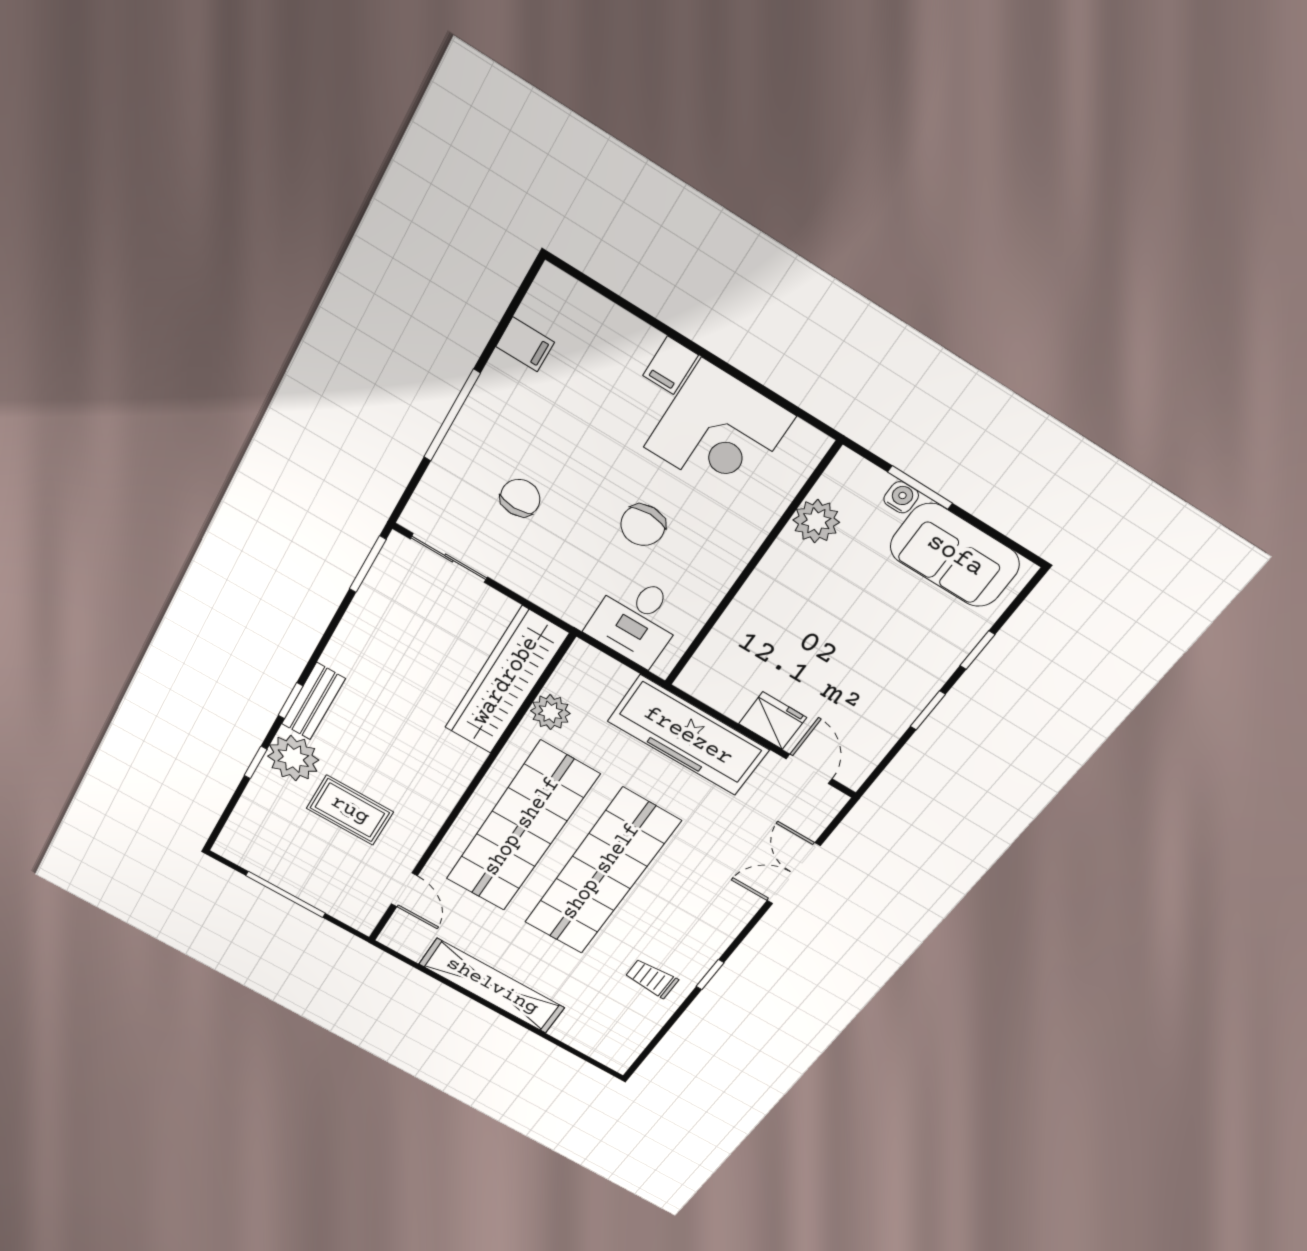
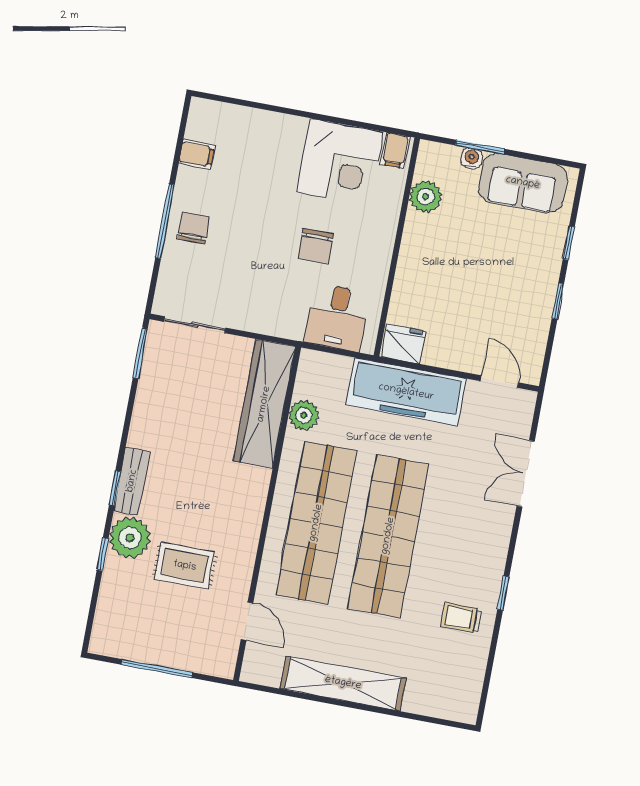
filing cabinet: (670, 365) -> (395, 150), moved
chair: (520, 498) -> (194, 228), moved
fridge: (773, 721) -> (403, 344), moved

